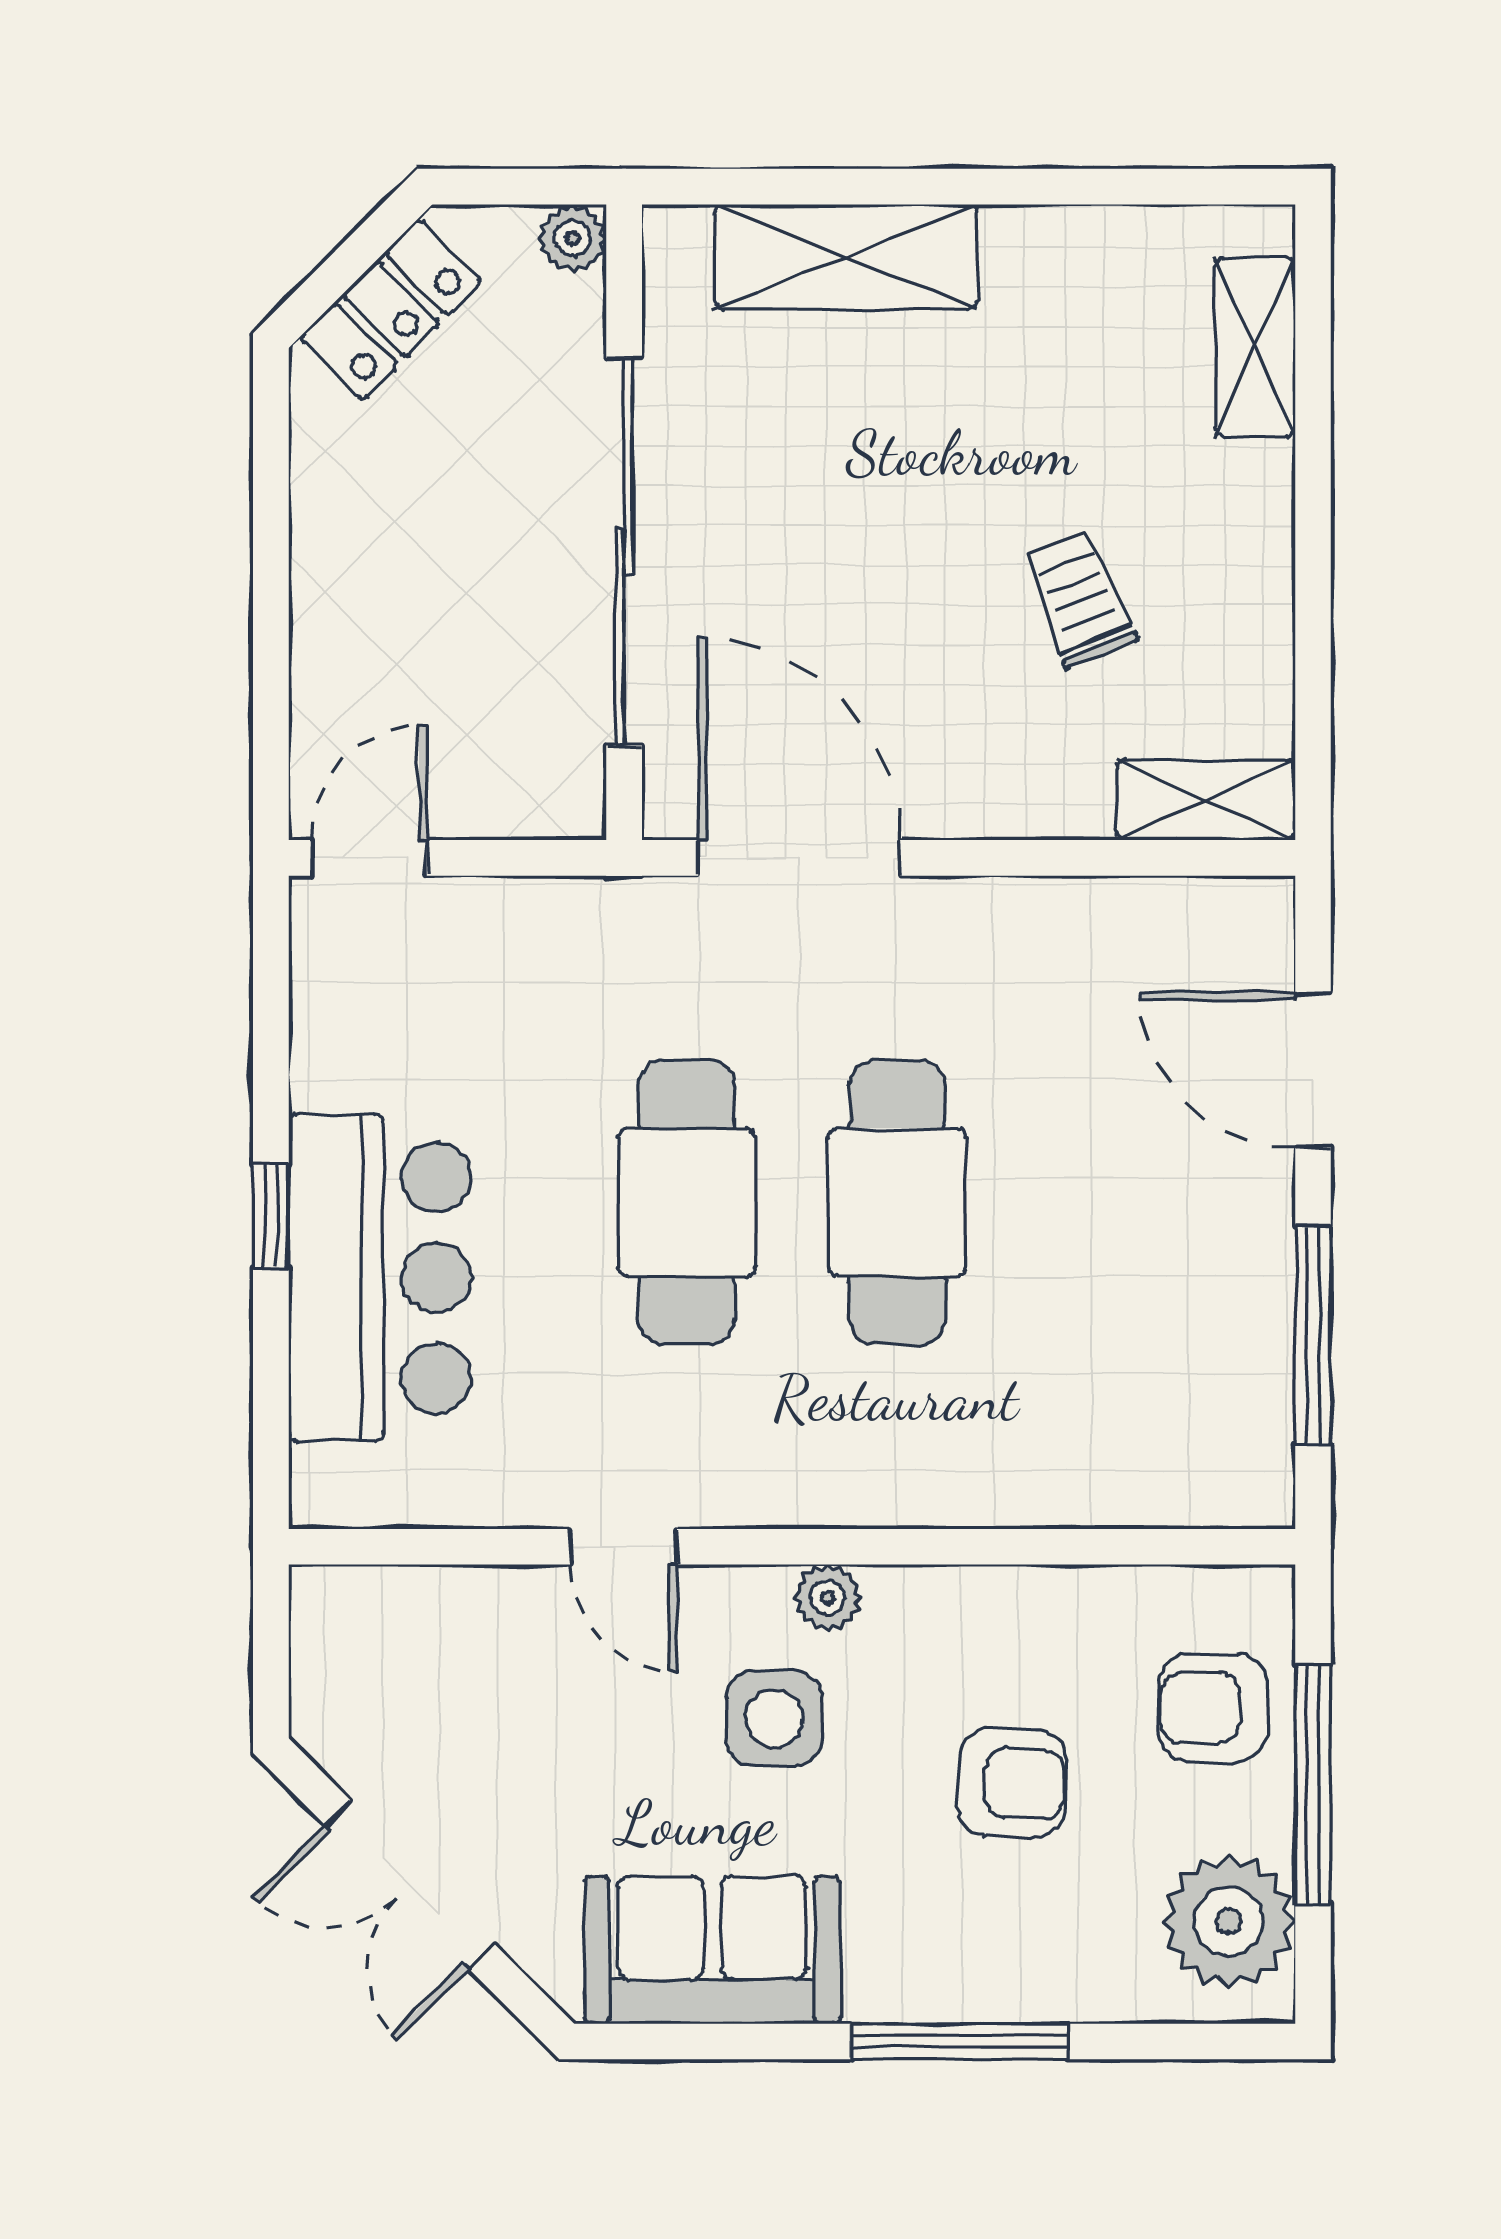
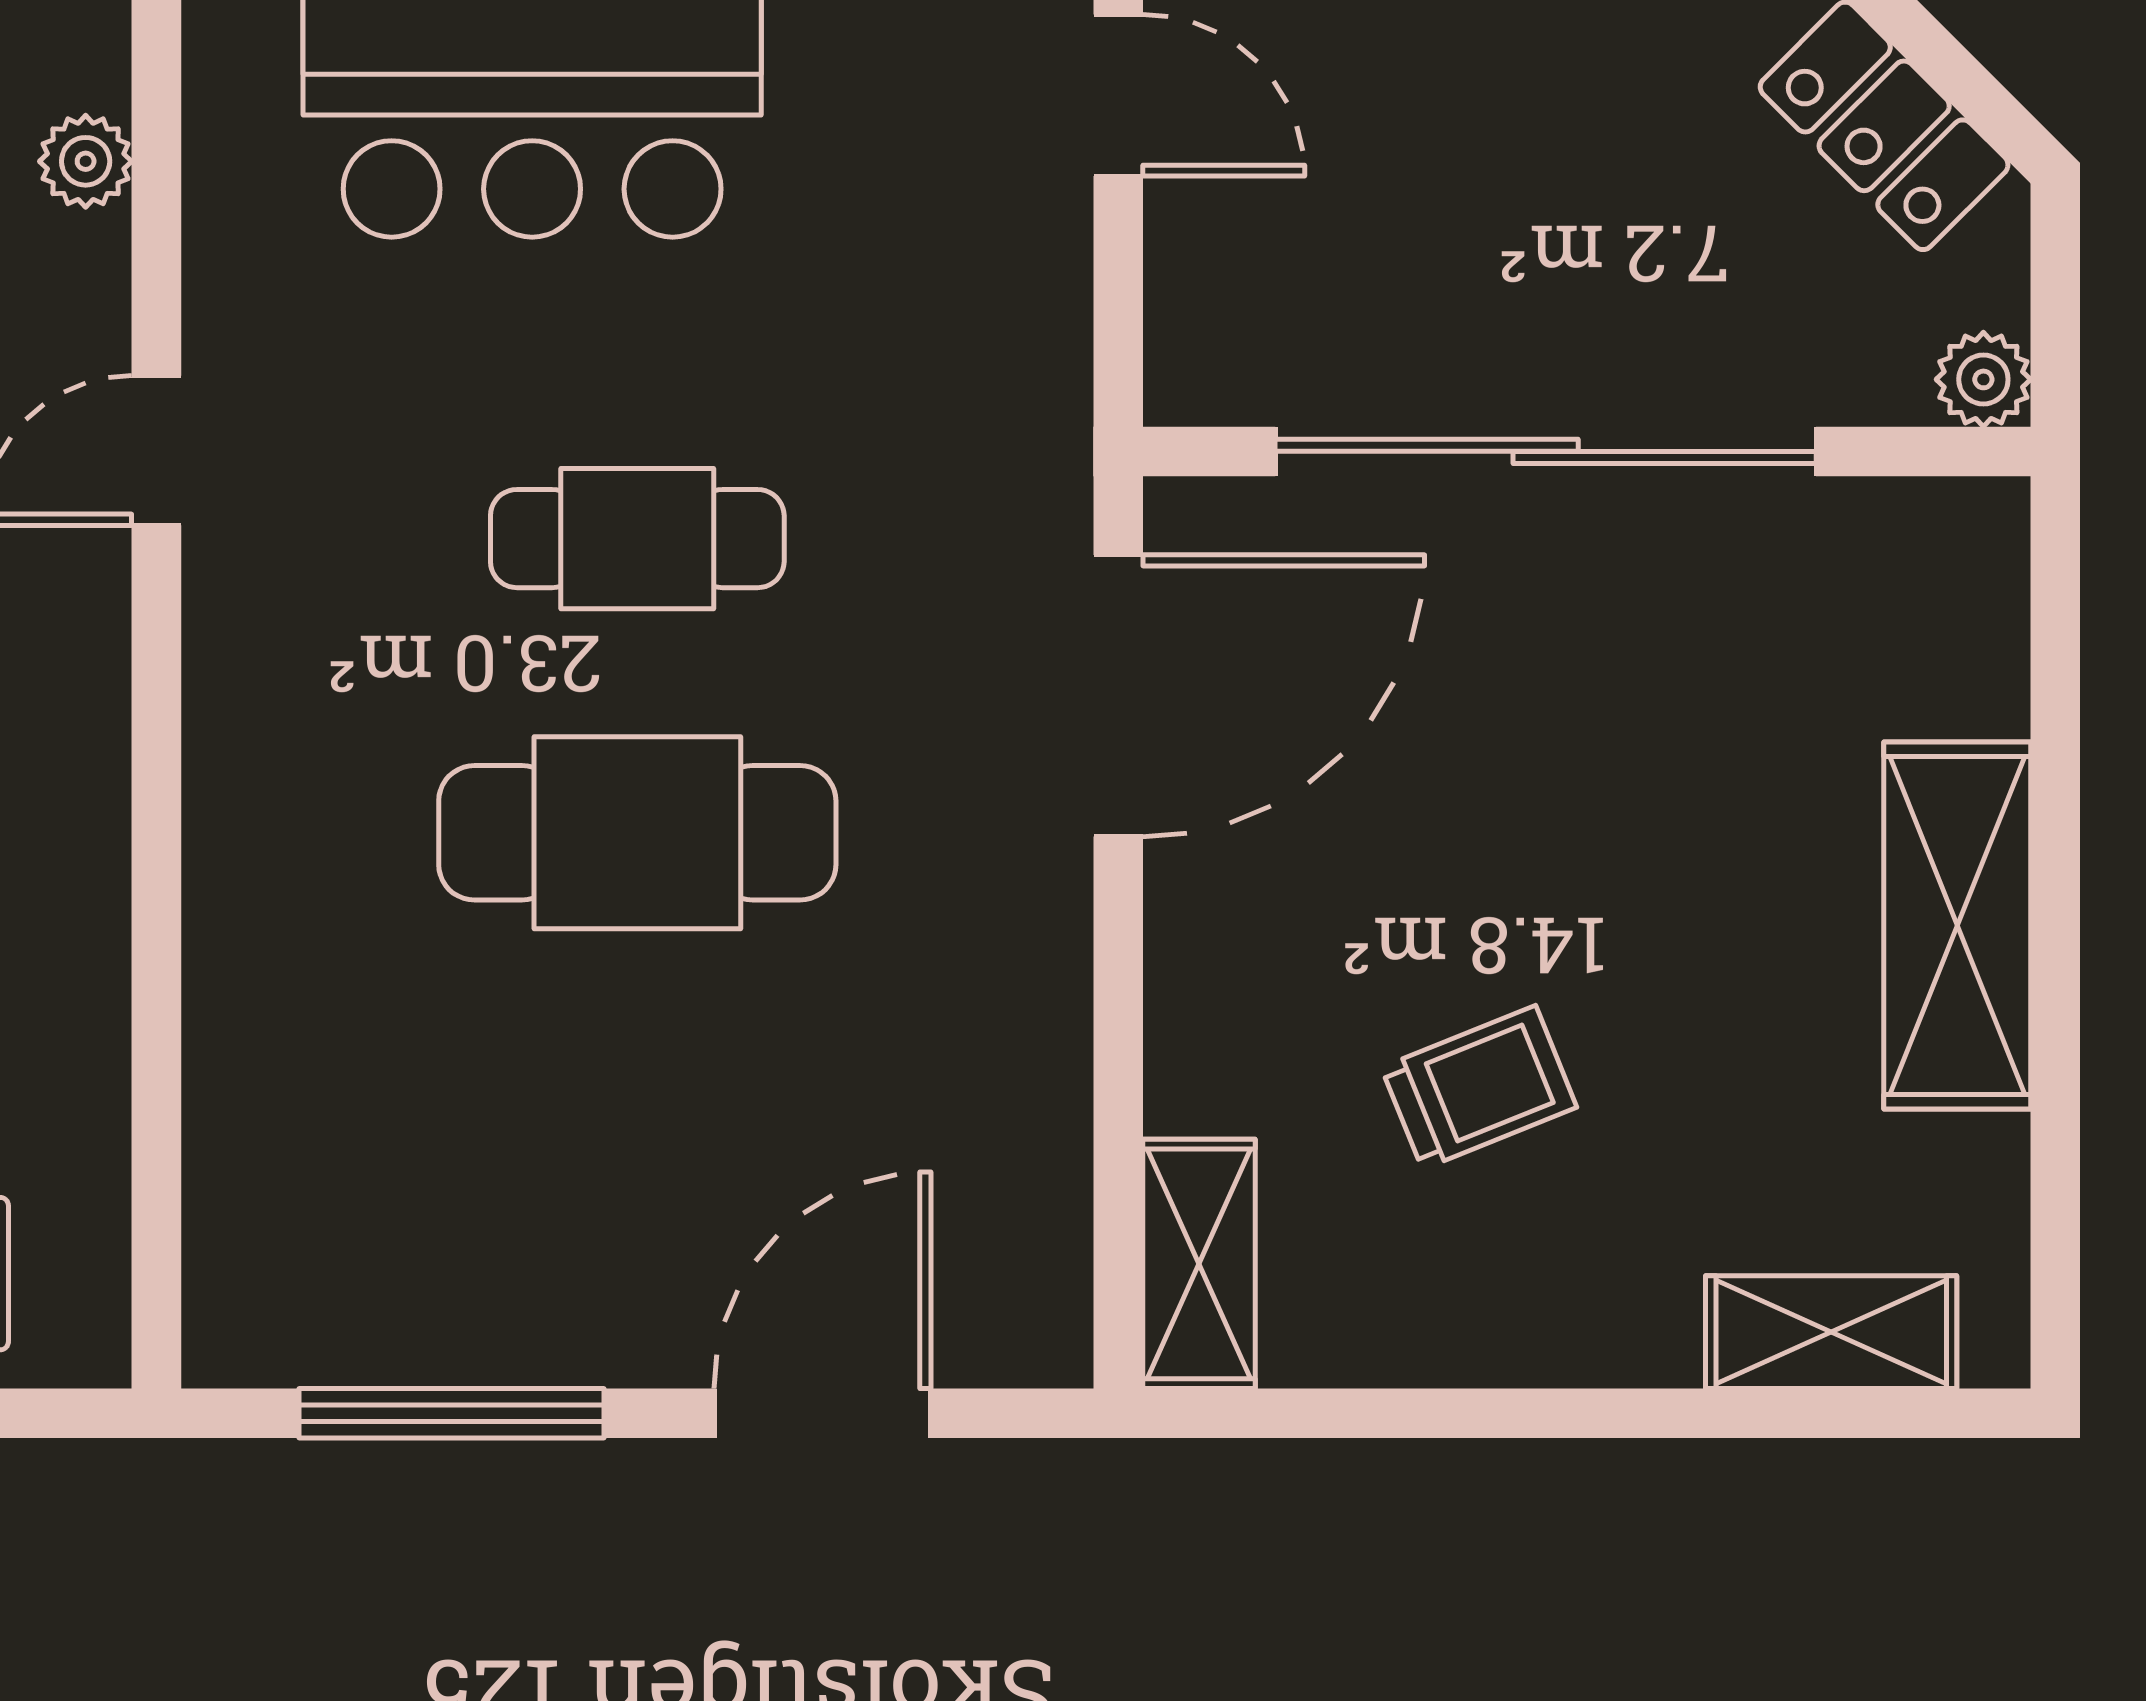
shelving: (846, 257) -> (1957, 925), moved
cafe table: (687, 1202) -> (637, 539), width x0.73, depth x0.74
plant: (828, 1598) -> (86, 161), moved

